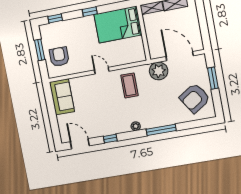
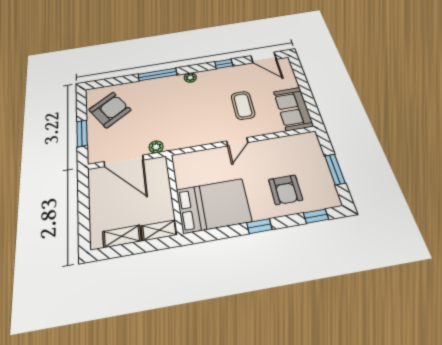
armchair: (59, 57) -> (285, 190), moved
door: (102, 71) -> (237, 142), hinge flipped
plant: (159, 71) -> (156, 147), width x0.53, depth x0.53
coffee table: (129, 85) -> (243, 105), moved

